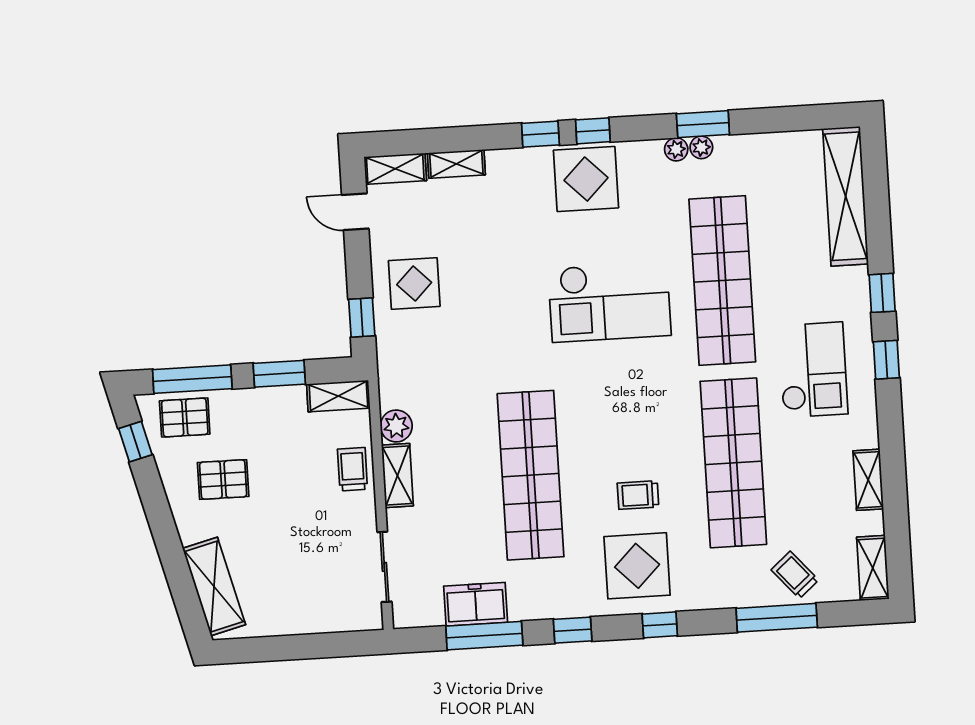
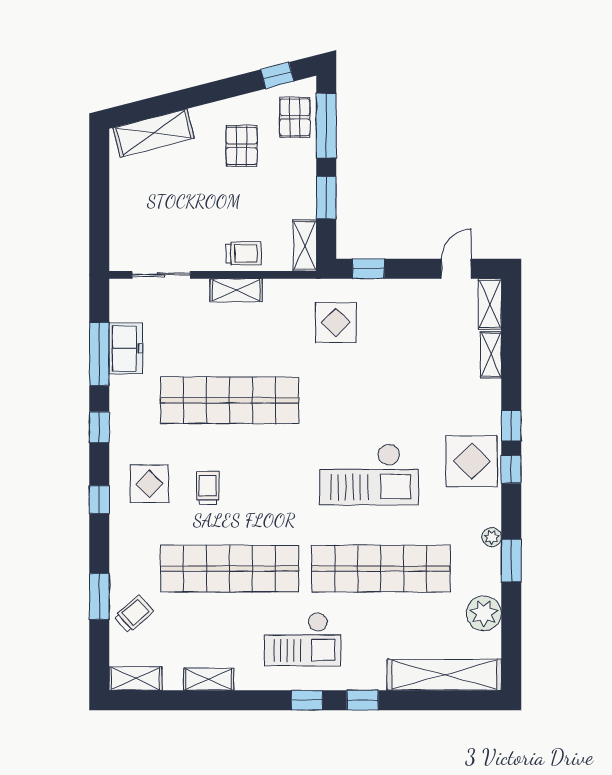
plant: (701, 147) -> (484, 613), moved, width x1.88, depth x1.88
display table: (414, 284) -> (336, 322), moved
checkout: (610, 302) -> (369, 474), turned -90
plant: (396, 426) -> (277, 292), removed
display table: (637, 566) -> (149, 484), width x0.73, depth x0.73
window: (777, 618) -> (99, 597), width x0.69

